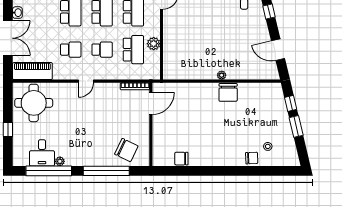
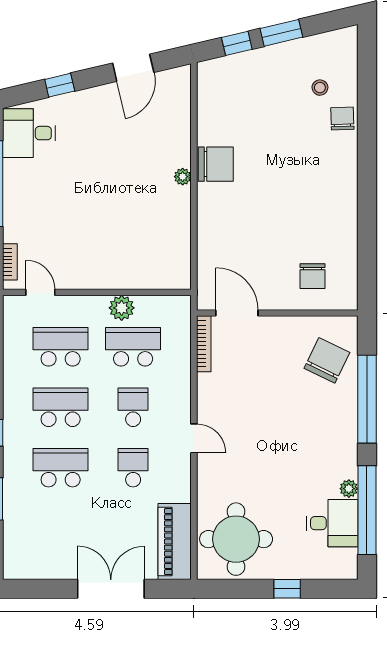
washbasin: (17, 13) -> (62, 570), removed
chair: (181, 159) -> (313, 276), moved

